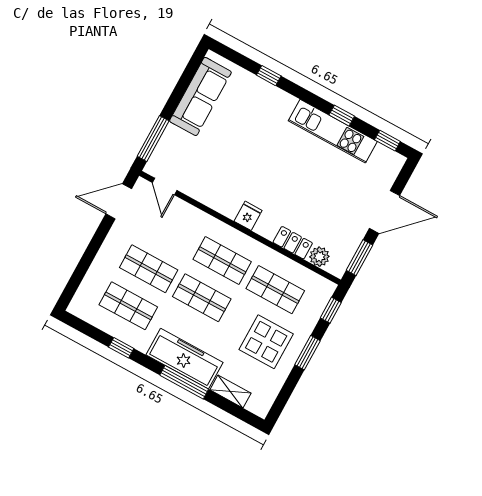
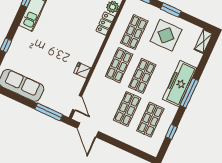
door: (165, 187) -> (77, 103), hinge flipped
fridge: (248, 216) -> (82, 70), moved
window: (121, 348) -> (171, 132), moved
window: (184, 382) -> (189, 93), moved
shelving: (230, 391) -> (204, 41), moved

